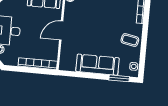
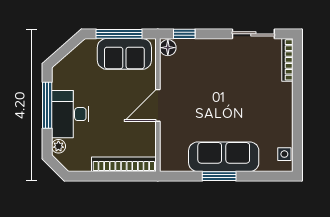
coffee table: (130, 40) -> (274, 111), removed
window: (119, 78) -> (219, 176), moved

